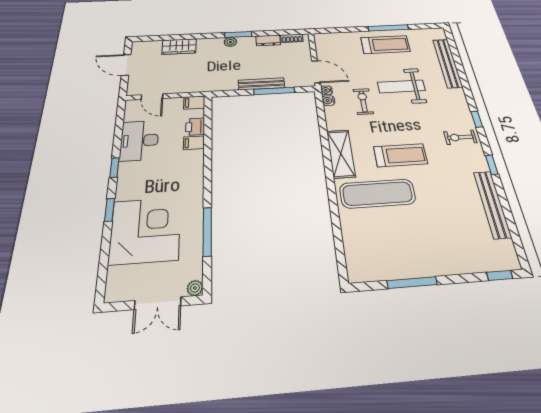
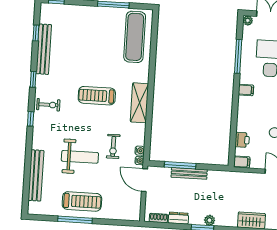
treadmill: (385, 45) -> (82, 201), turned 180
filing cabinet: (194, 143) -> (246, 90), moved
exercise mat: (378, 194) -> (135, 37), moved, turned 90
window: (511, 225) -> (36, 33), added

